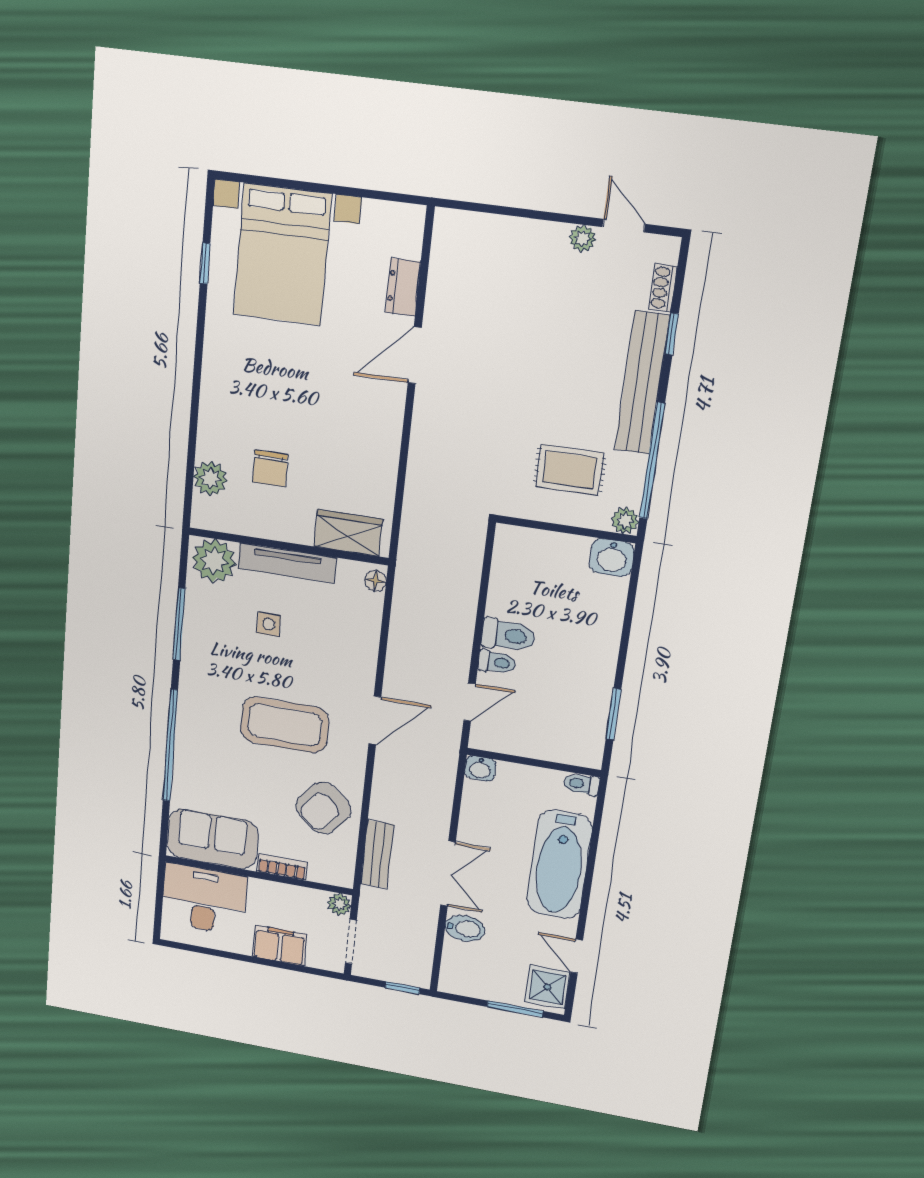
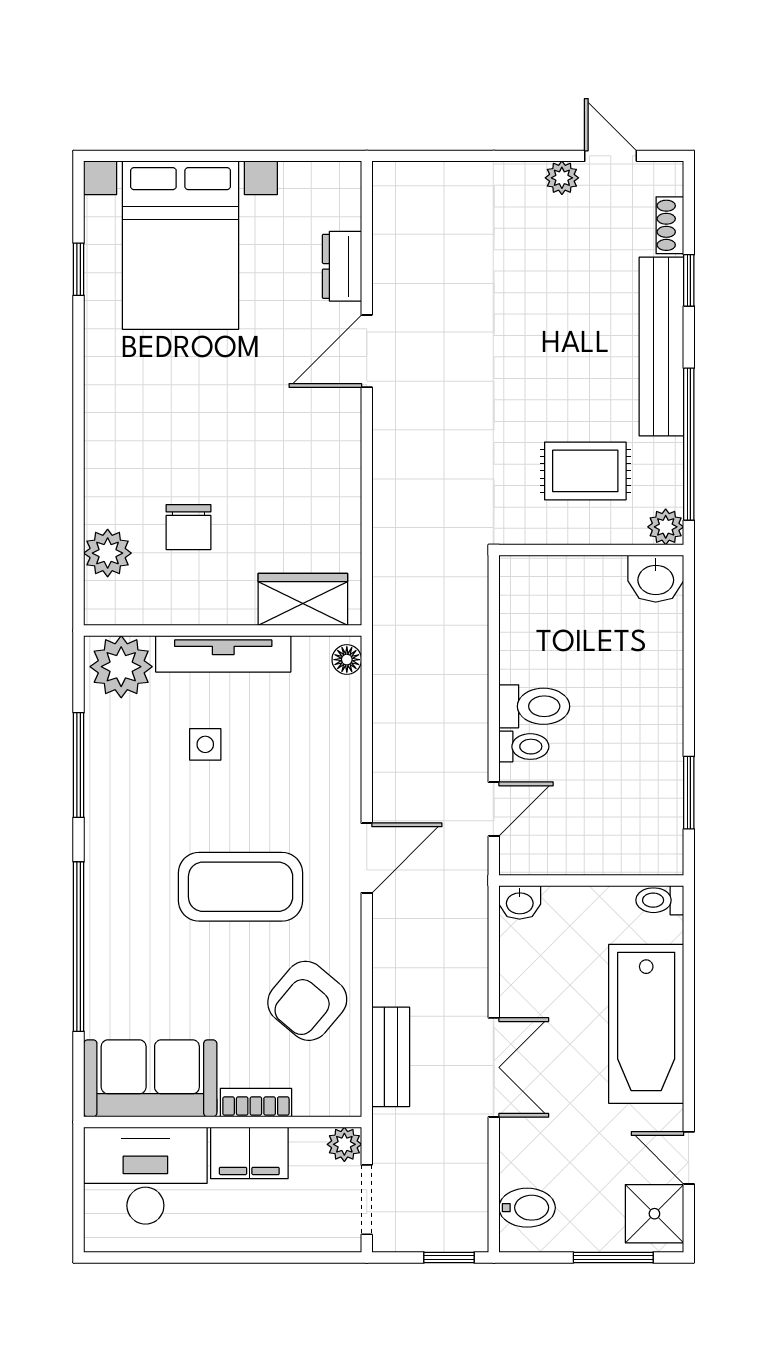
bidet: (465, 928) -> (527, 1208), moved
filing cabinet: (280, 945) -> (249, 1153), moved, turned 180

